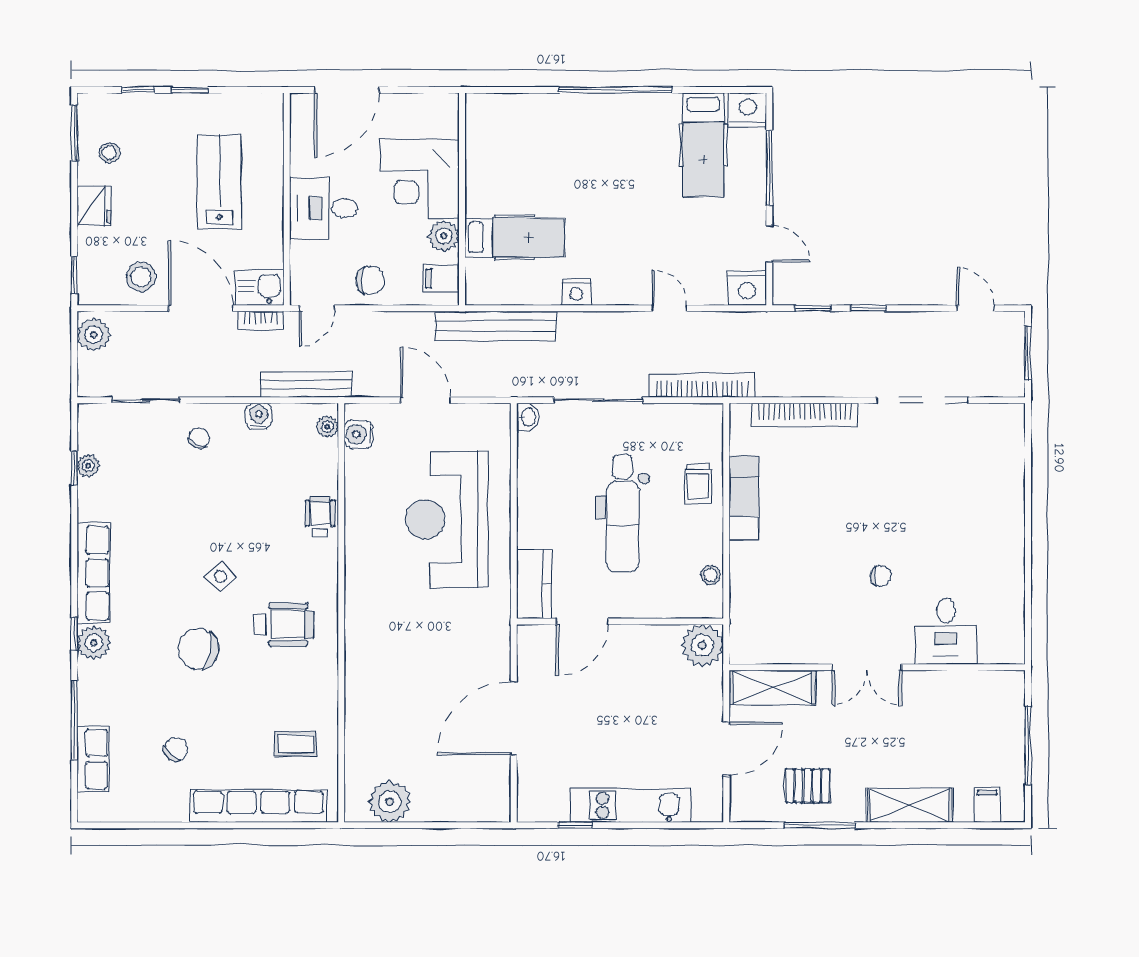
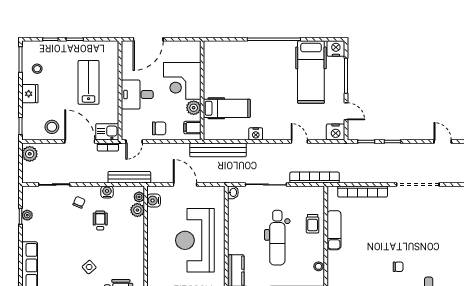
hospital bed: (703, 145) -> (311, 72), width x1.37, depth x1.29
plant: (324, 455) -> (137, 210), added
wheelchair: (320, 517) -> (100, 221), moved

